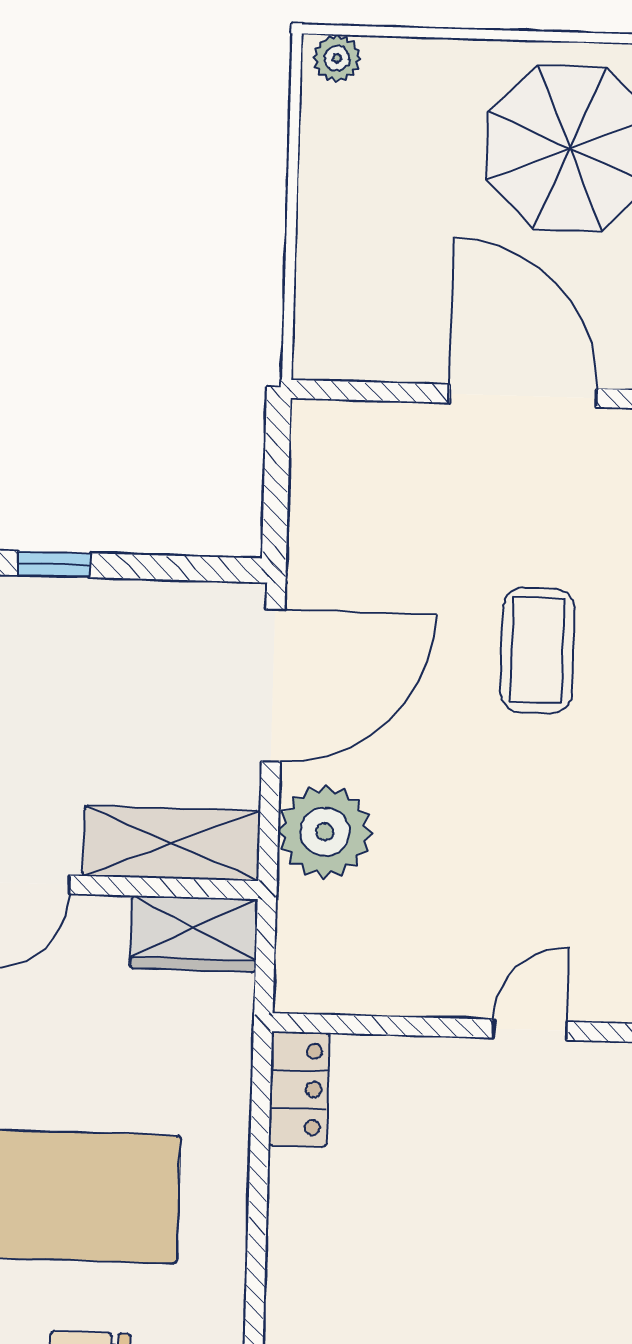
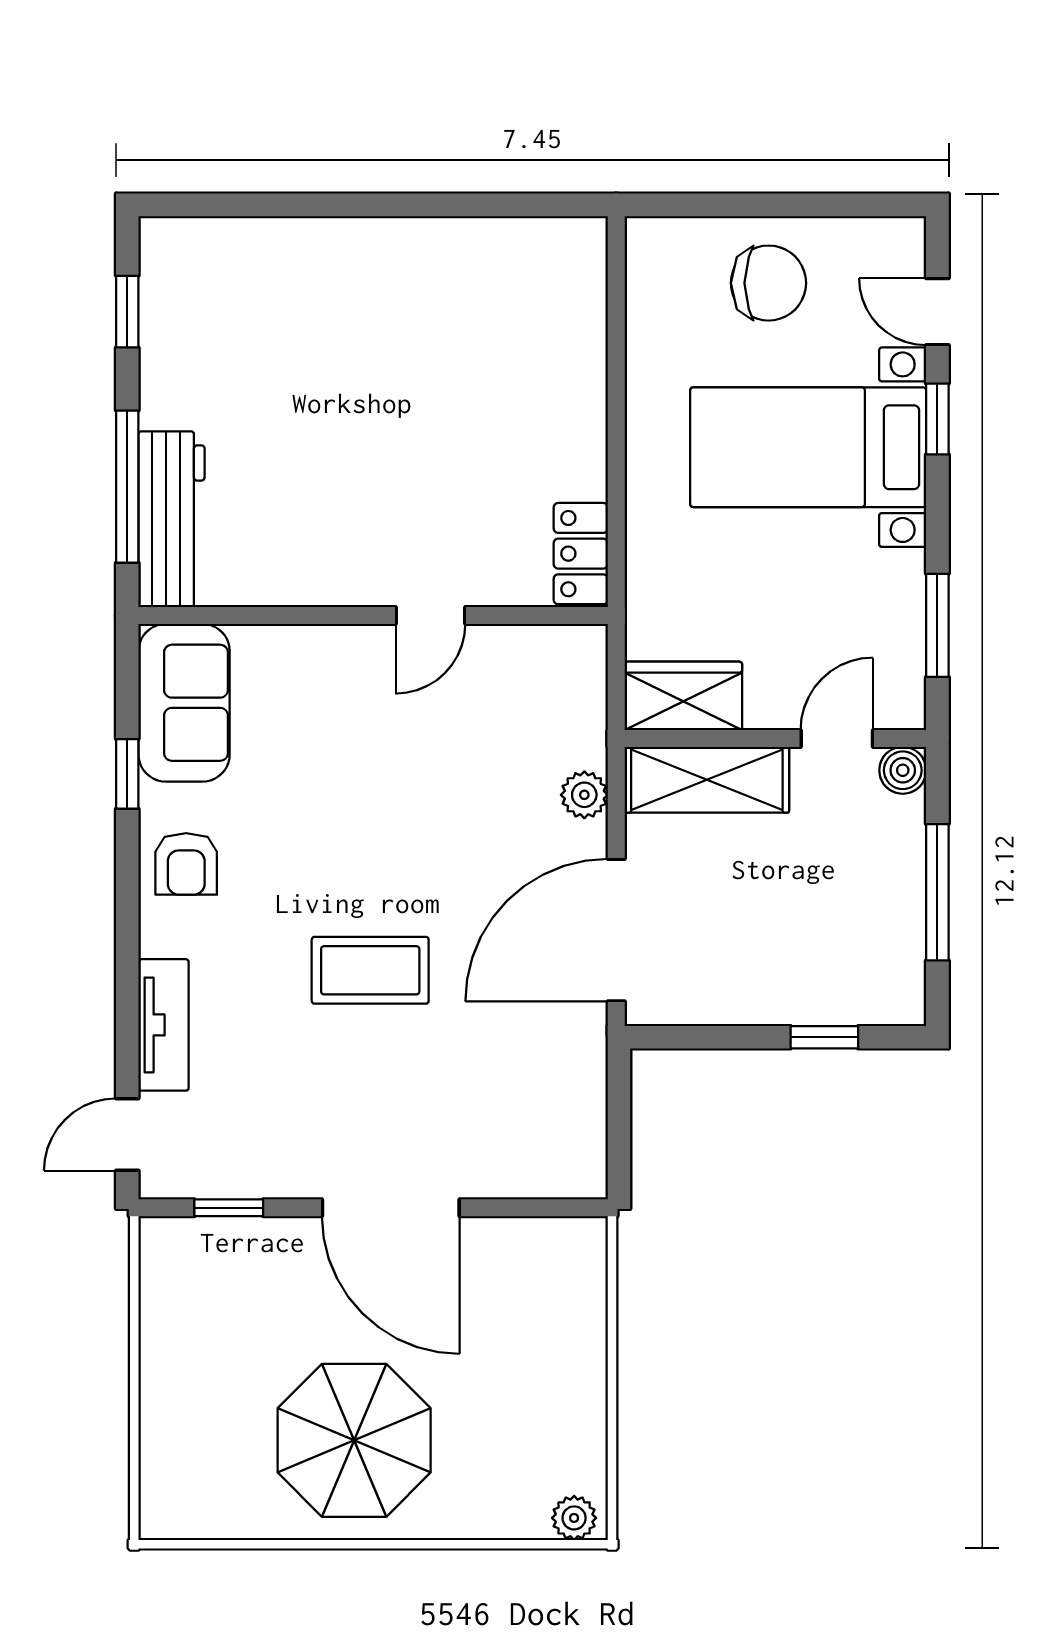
coffee table: (537, 650) -> (370, 970), turned 90
plant: (325, 832) -> (584, 795), width x0.53, depth x0.53
door: (530, 1030) -> (430, 615), moved

